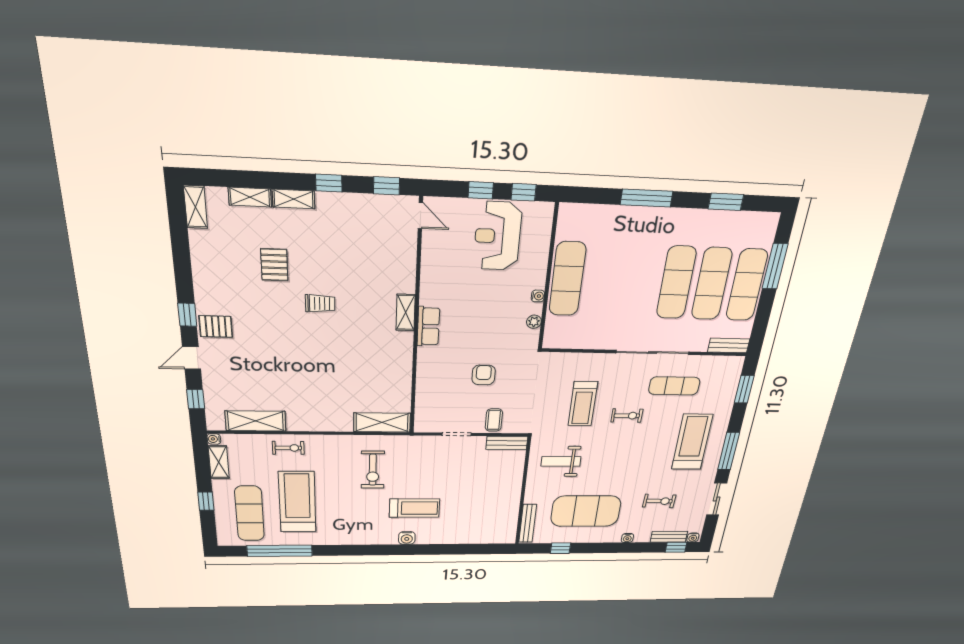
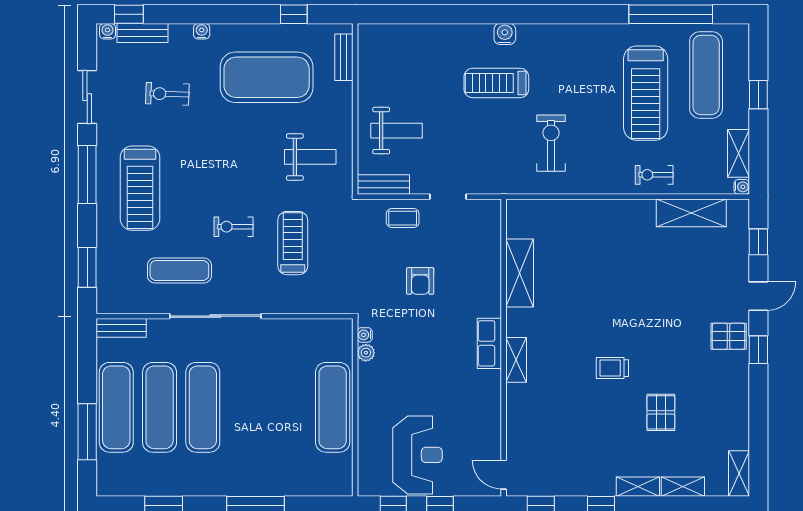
water cooler: (538, 296) -> (365, 335), moved
coffee table: (494, 420) -> (403, 218), turned 90
shelving: (382, 422) -> (520, 273), moved, turned 90
weight bench: (493, 478) -> (397, 131), added
bench: (528, 523) -> (344, 57), width x0.73

